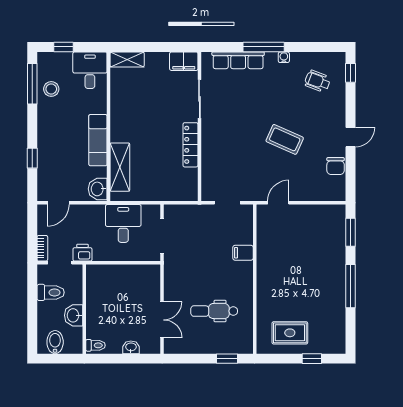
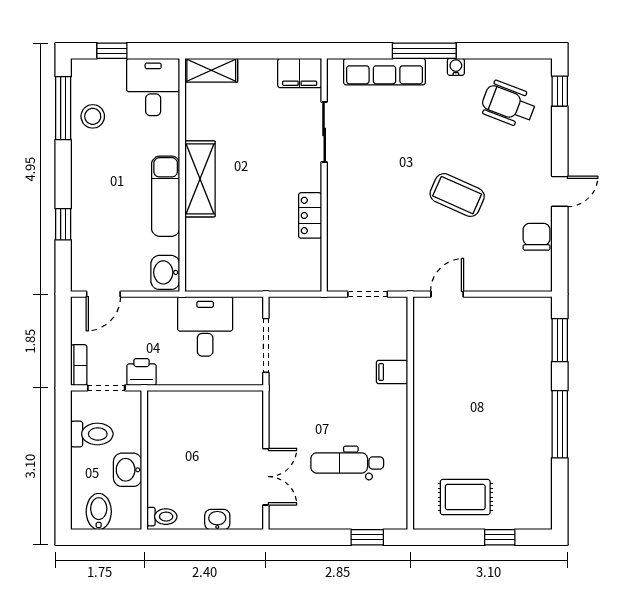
wheelchair: (318, 81) -> (508, 104), width x1.36, depth x1.37
locker: (190, 145) -> (310, 215), width x0.66
chair: (336, 166) -> (537, 237), turned 180
shelving: (120, 167) -> (200, 179), moved

